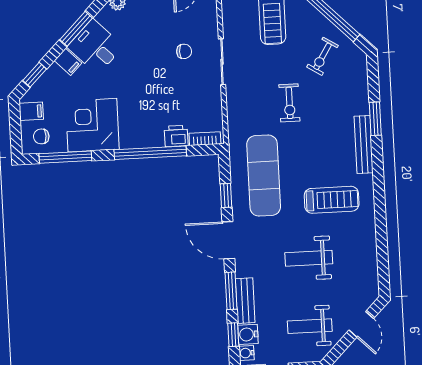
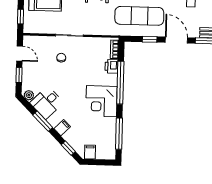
desk: (95, 47) -> (47, 103), moved
corner desk: (92, 125) -> (101, 101), moved
chair: (41, 136) -> (105, 147), removed
door: (228, 240) -> (176, 40), swing flipped

